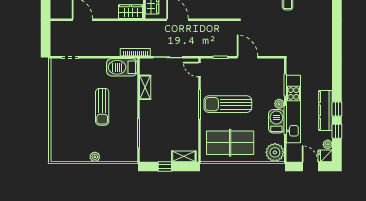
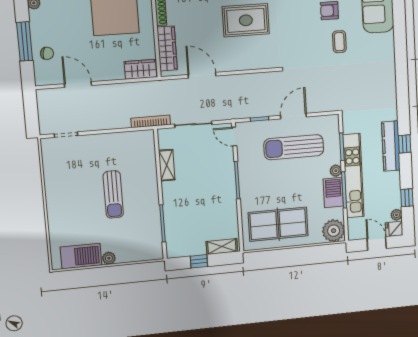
door: (247, 57) -> (293, 116), hinge flipped
barbecue: (122, 67) -> (81, 256), moved, turned 180
sun lounger: (228, 104) -> (294, 147), moved
window: (337, 109) -> (405, 144), moved
kitchen counter: (326, 110) -> (391, 146), moved

